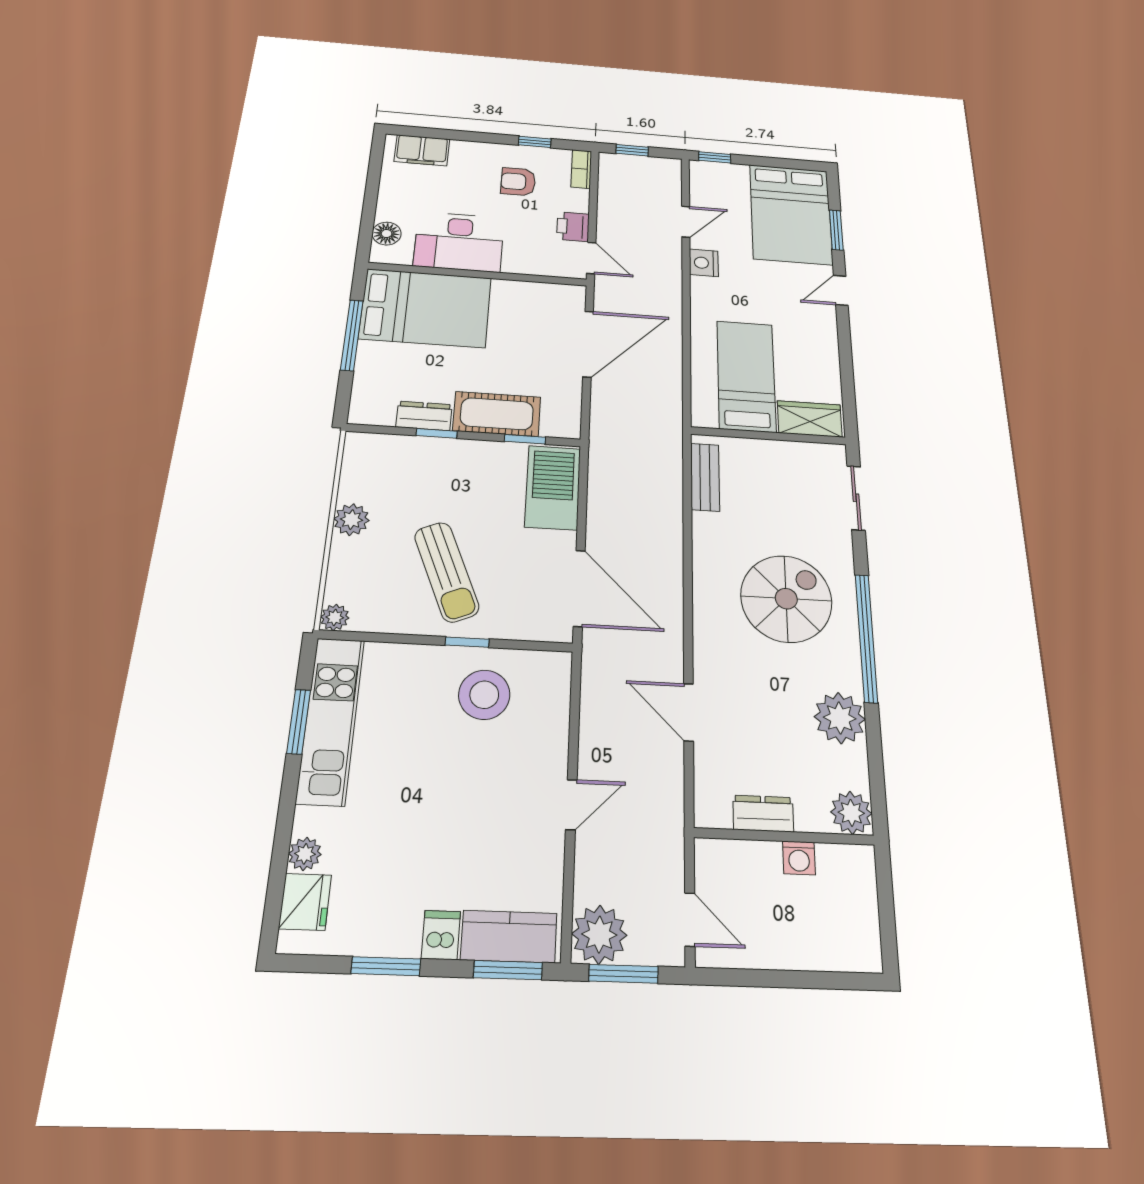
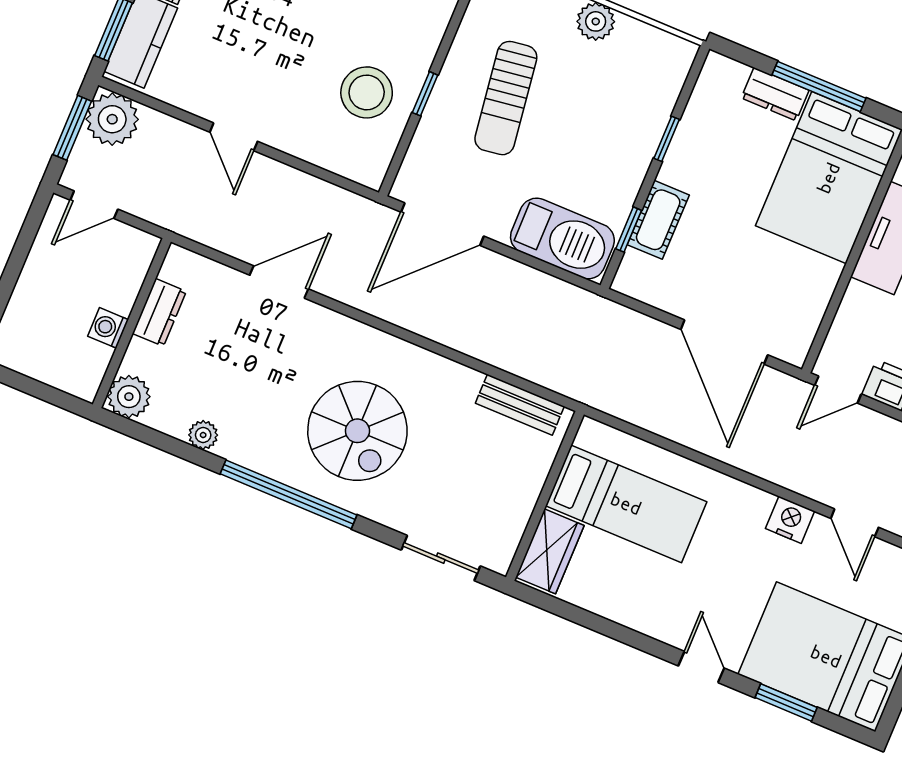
cot: (497, 414) -> (658, 220), width x0.73, depth x0.75
dresser: (424, 416) -> (775, 94), moved, turned 90
sun lounger: (447, 572) -> (506, 98), turned -75
plant: (840, 718) -> (203, 435), width x0.53, depth x0.53

